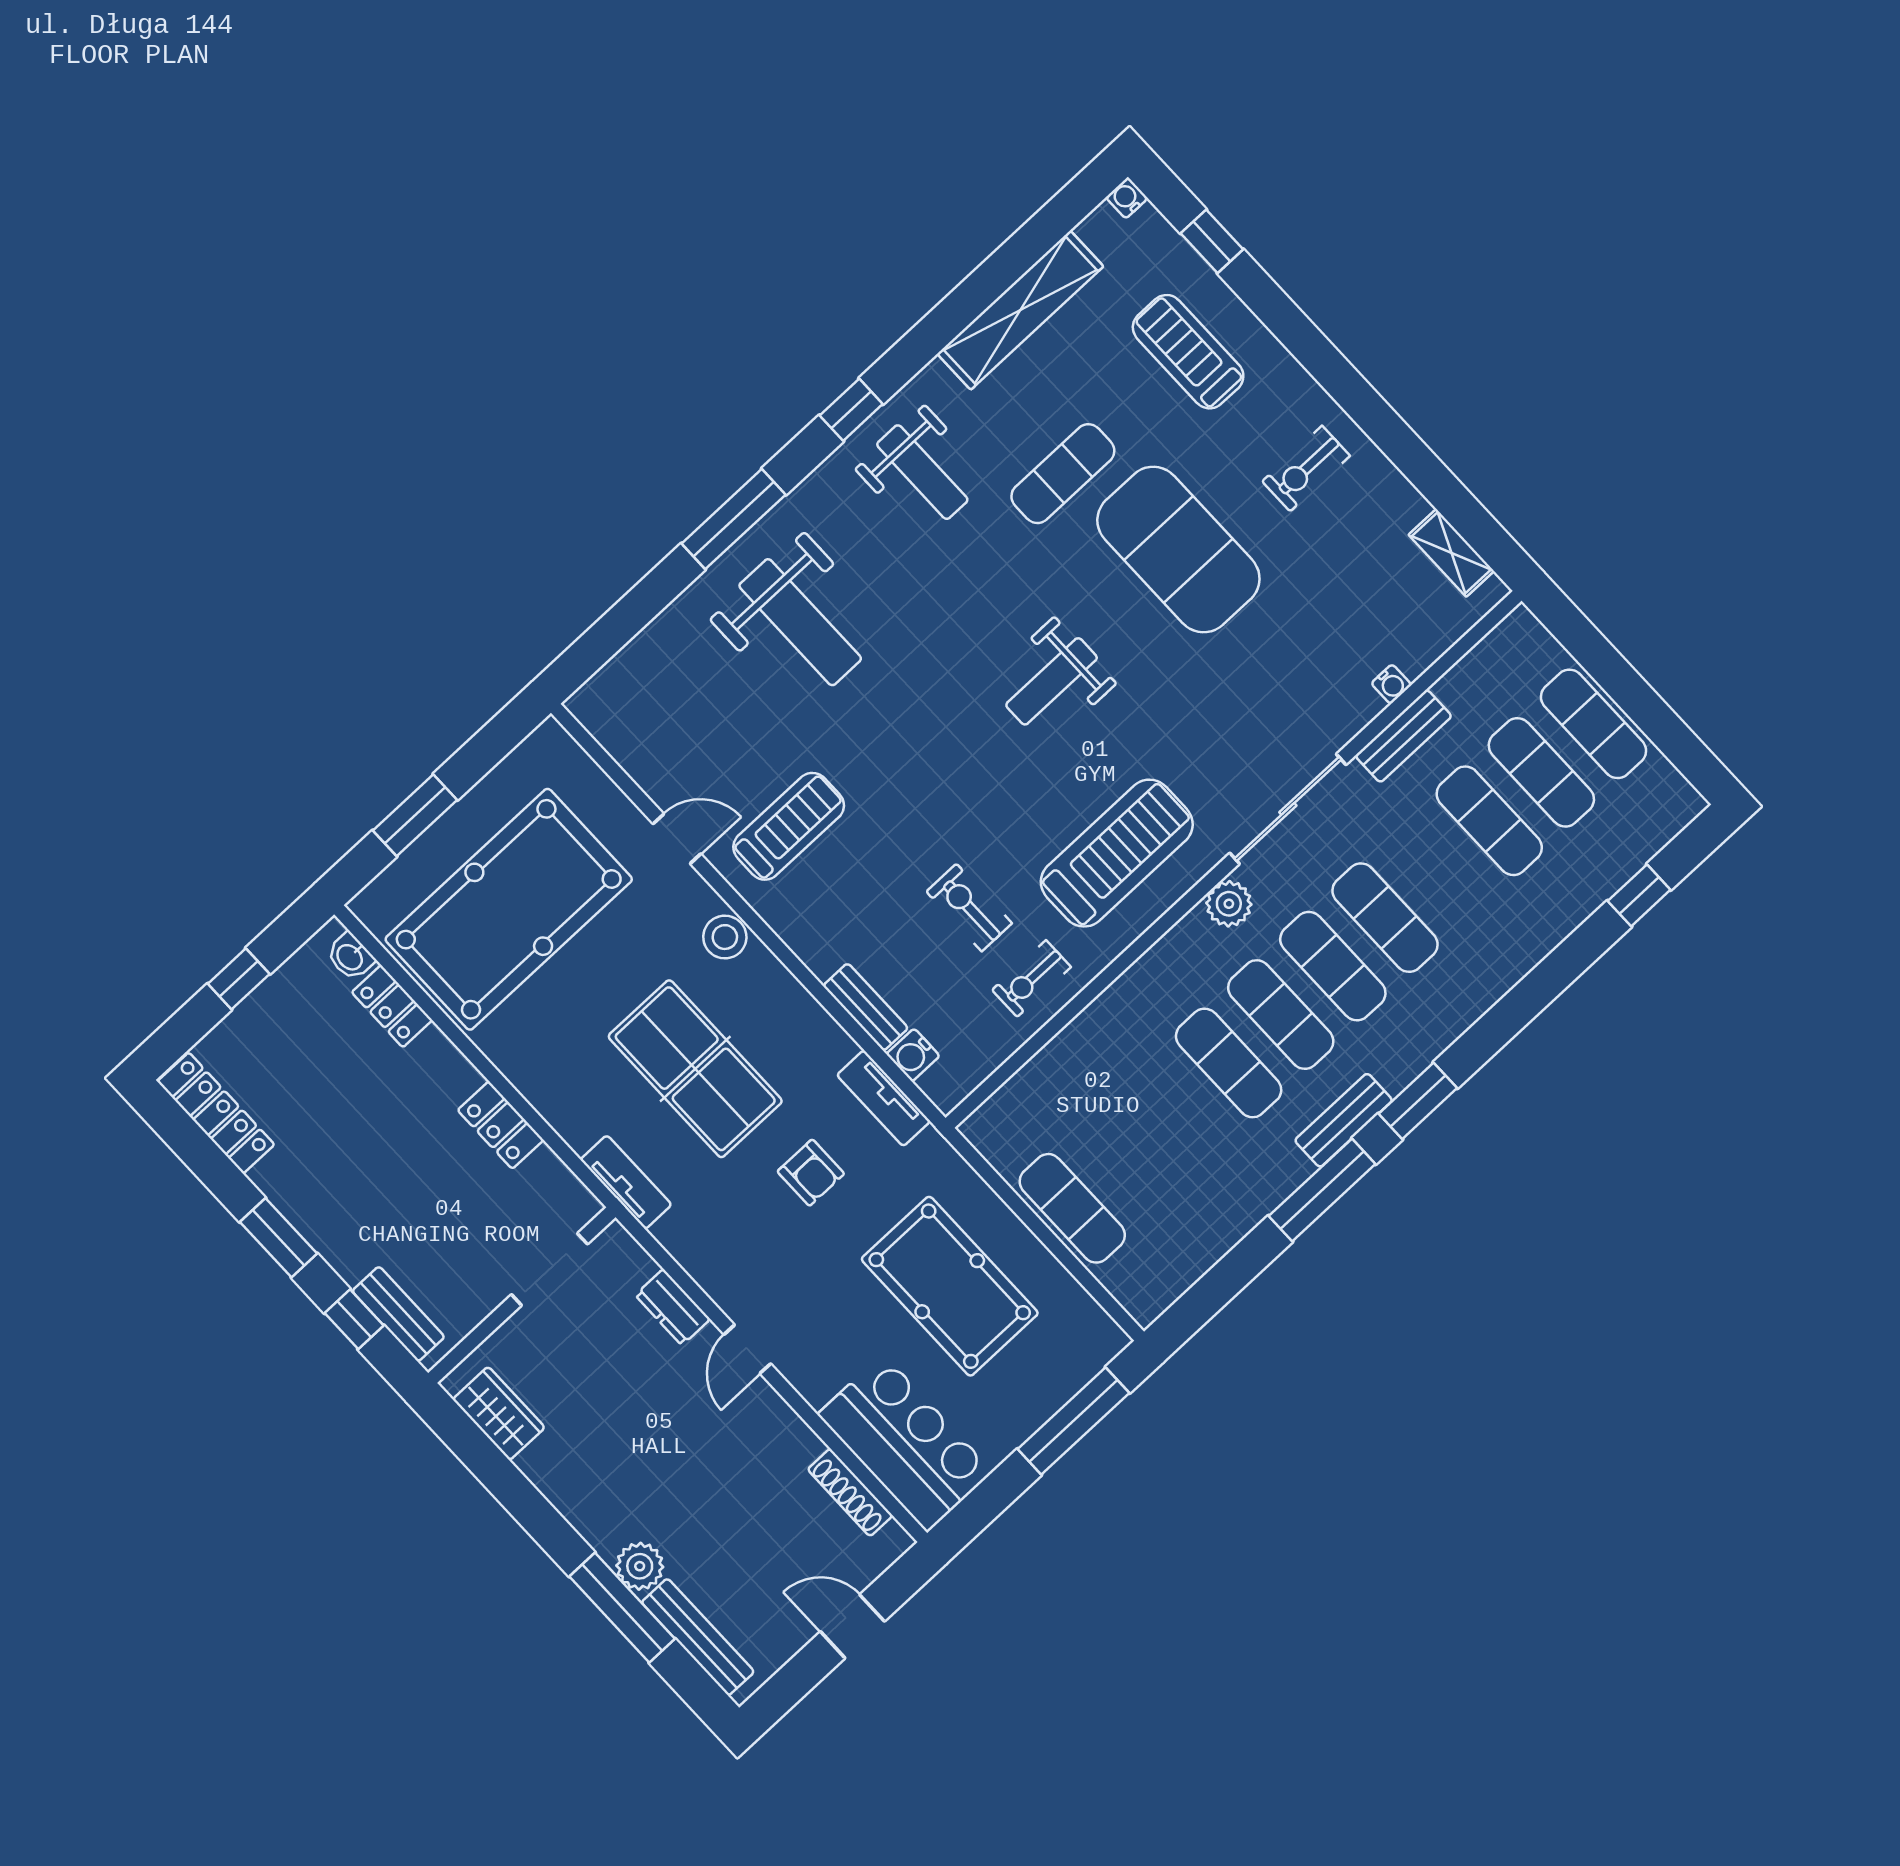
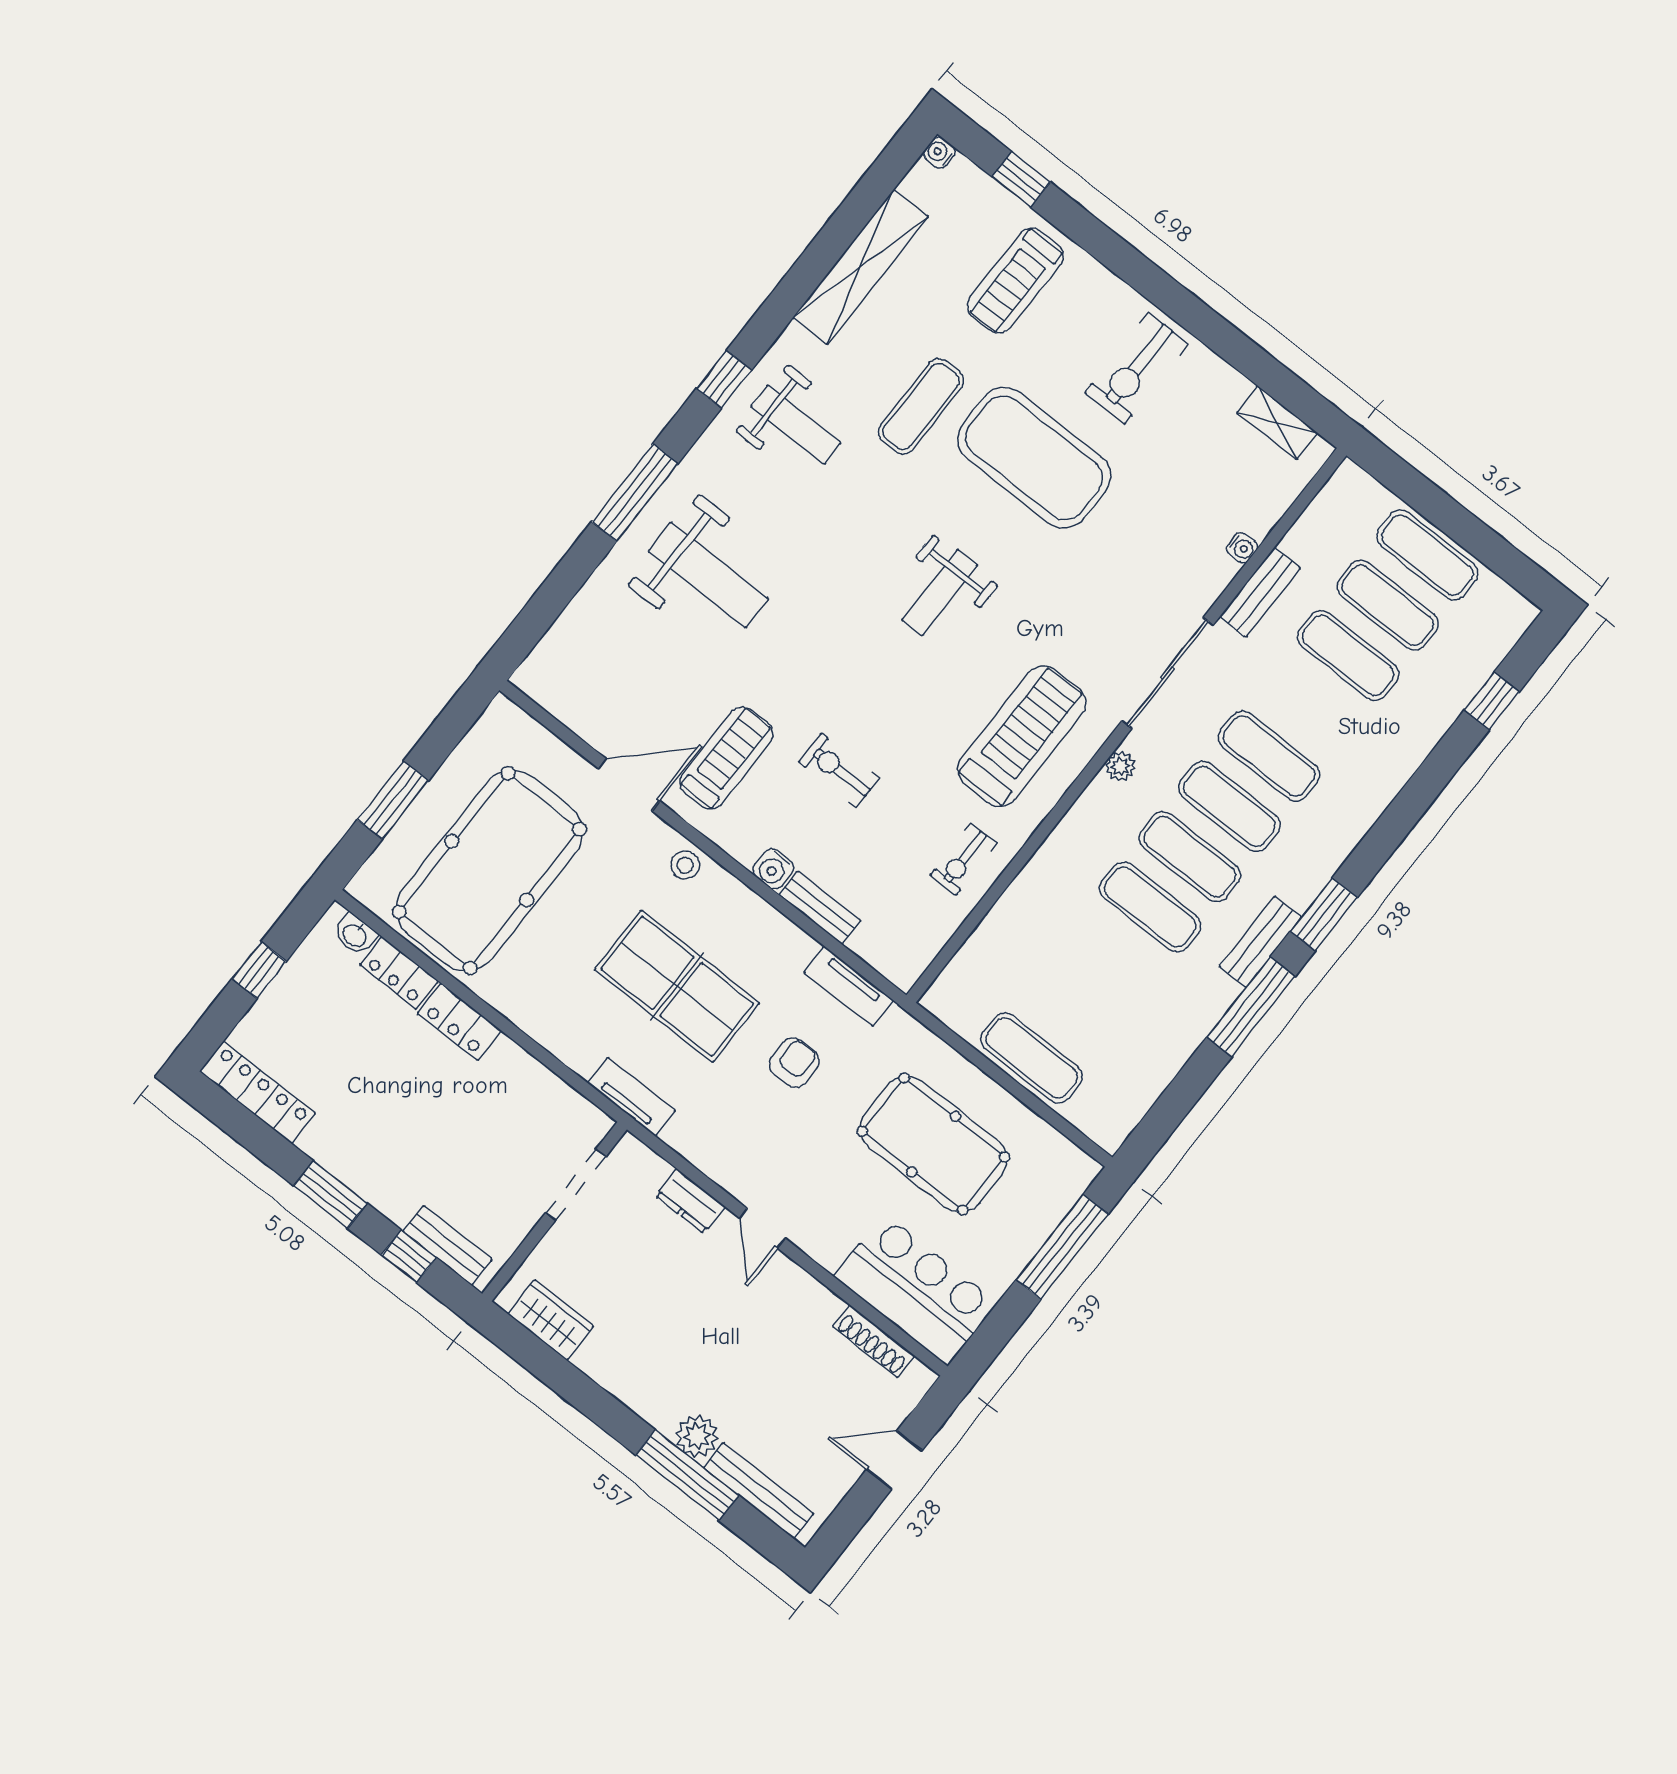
treadmill: (1188, 352) -> (1015, 281), turned -90
exercise bike: (1306, 469) -> (1136, 368), width x1.38, depth x1.39
door: (677, 839) -> (629, 785), width x1.38
plant: (1229, 904) -> (1120, 766), width x0.73, depth x0.73
exercise bike: (969, 907) -> (839, 770), moved
stool: (725, 937) -> (685, 865), width x0.73, depth x0.73
water cooler: (913, 1055) -> (773, 869), moved
locker: (501, 1125) -> (459, 1022), moved
armchair: (811, 1173) -> (794, 1063), turned -90

